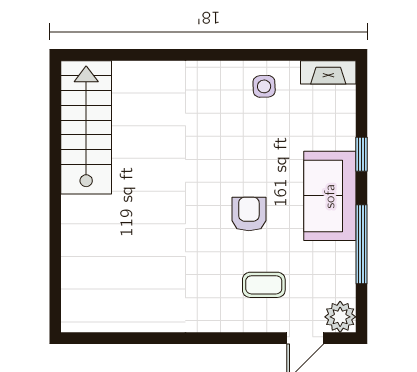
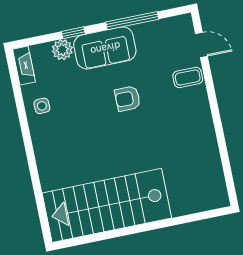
stairs: (86, 127) -> (107, 205), width x1.36, depth x1.51
coffee table: (264, 285) -> (188, 77), moved, turned 90
plant: (340, 317) -> (62, 50), moved

